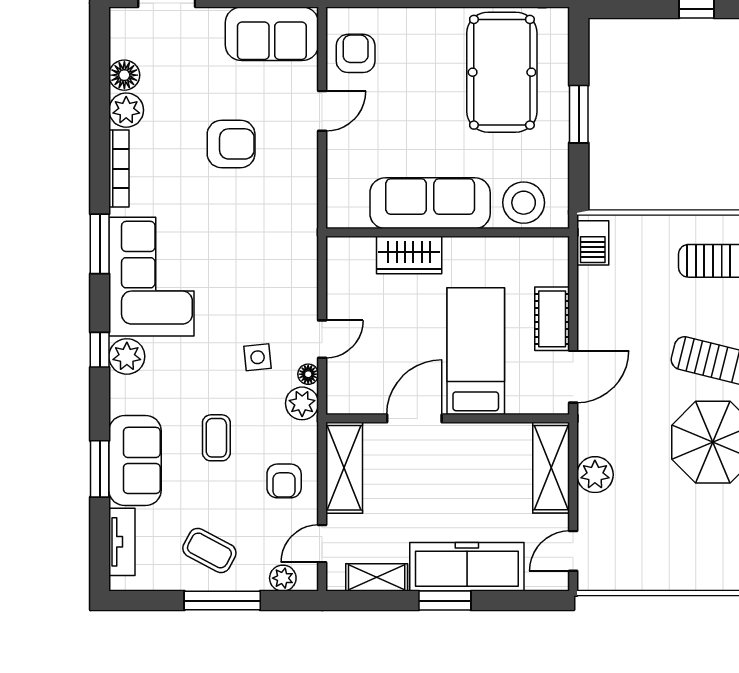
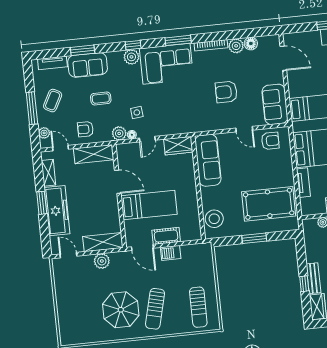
armchair: (231, 144) -> (226, 92), turned 90
sofa: (430, 203) -> (208, 160), moved
barbecue: (593, 243) -> (171, 253), moved
wardrobe: (409, 255) -> (178, 146), moved, turned -90
door: (322, 339) -> (147, 139), hinge flipped

